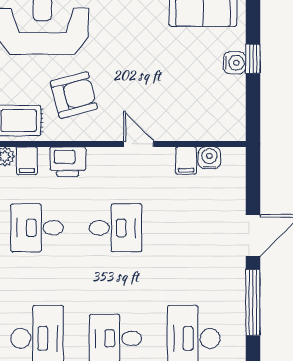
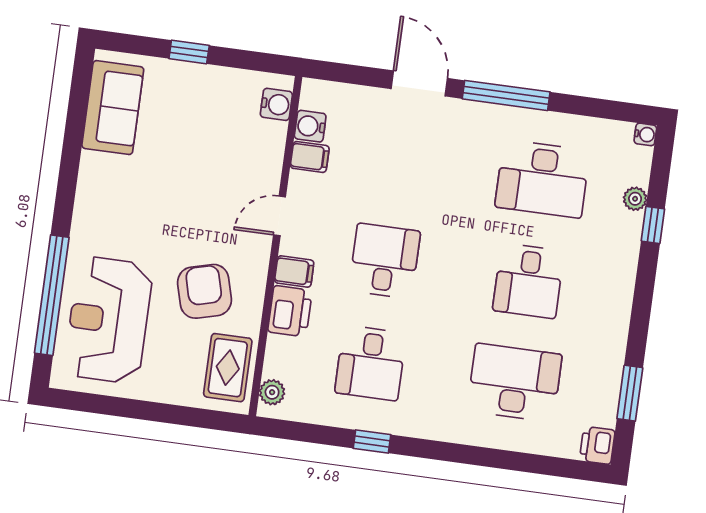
water cooler: (235, 63) -> (276, 104), moved, turned 90
filing cabinet: (27, 161) -> (294, 272), moved

